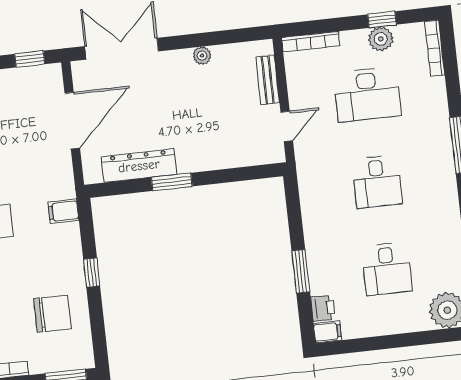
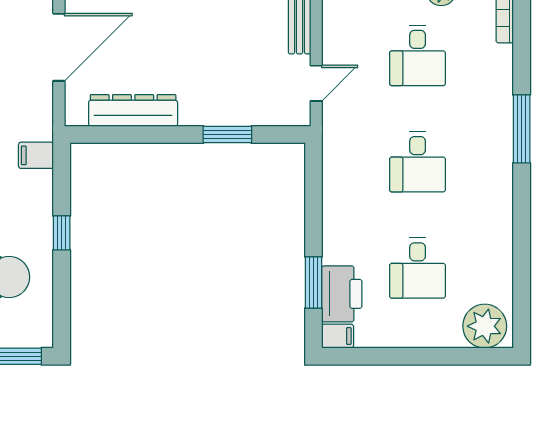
desk: (367, 94) -> (418, 56), width x0.73
window: (172, 182) -> (227, 134), moved
window: (301, 271) -> (313, 282), moved
printer: (323, 308) -> (342, 294), width x1.87, depth x1.48

